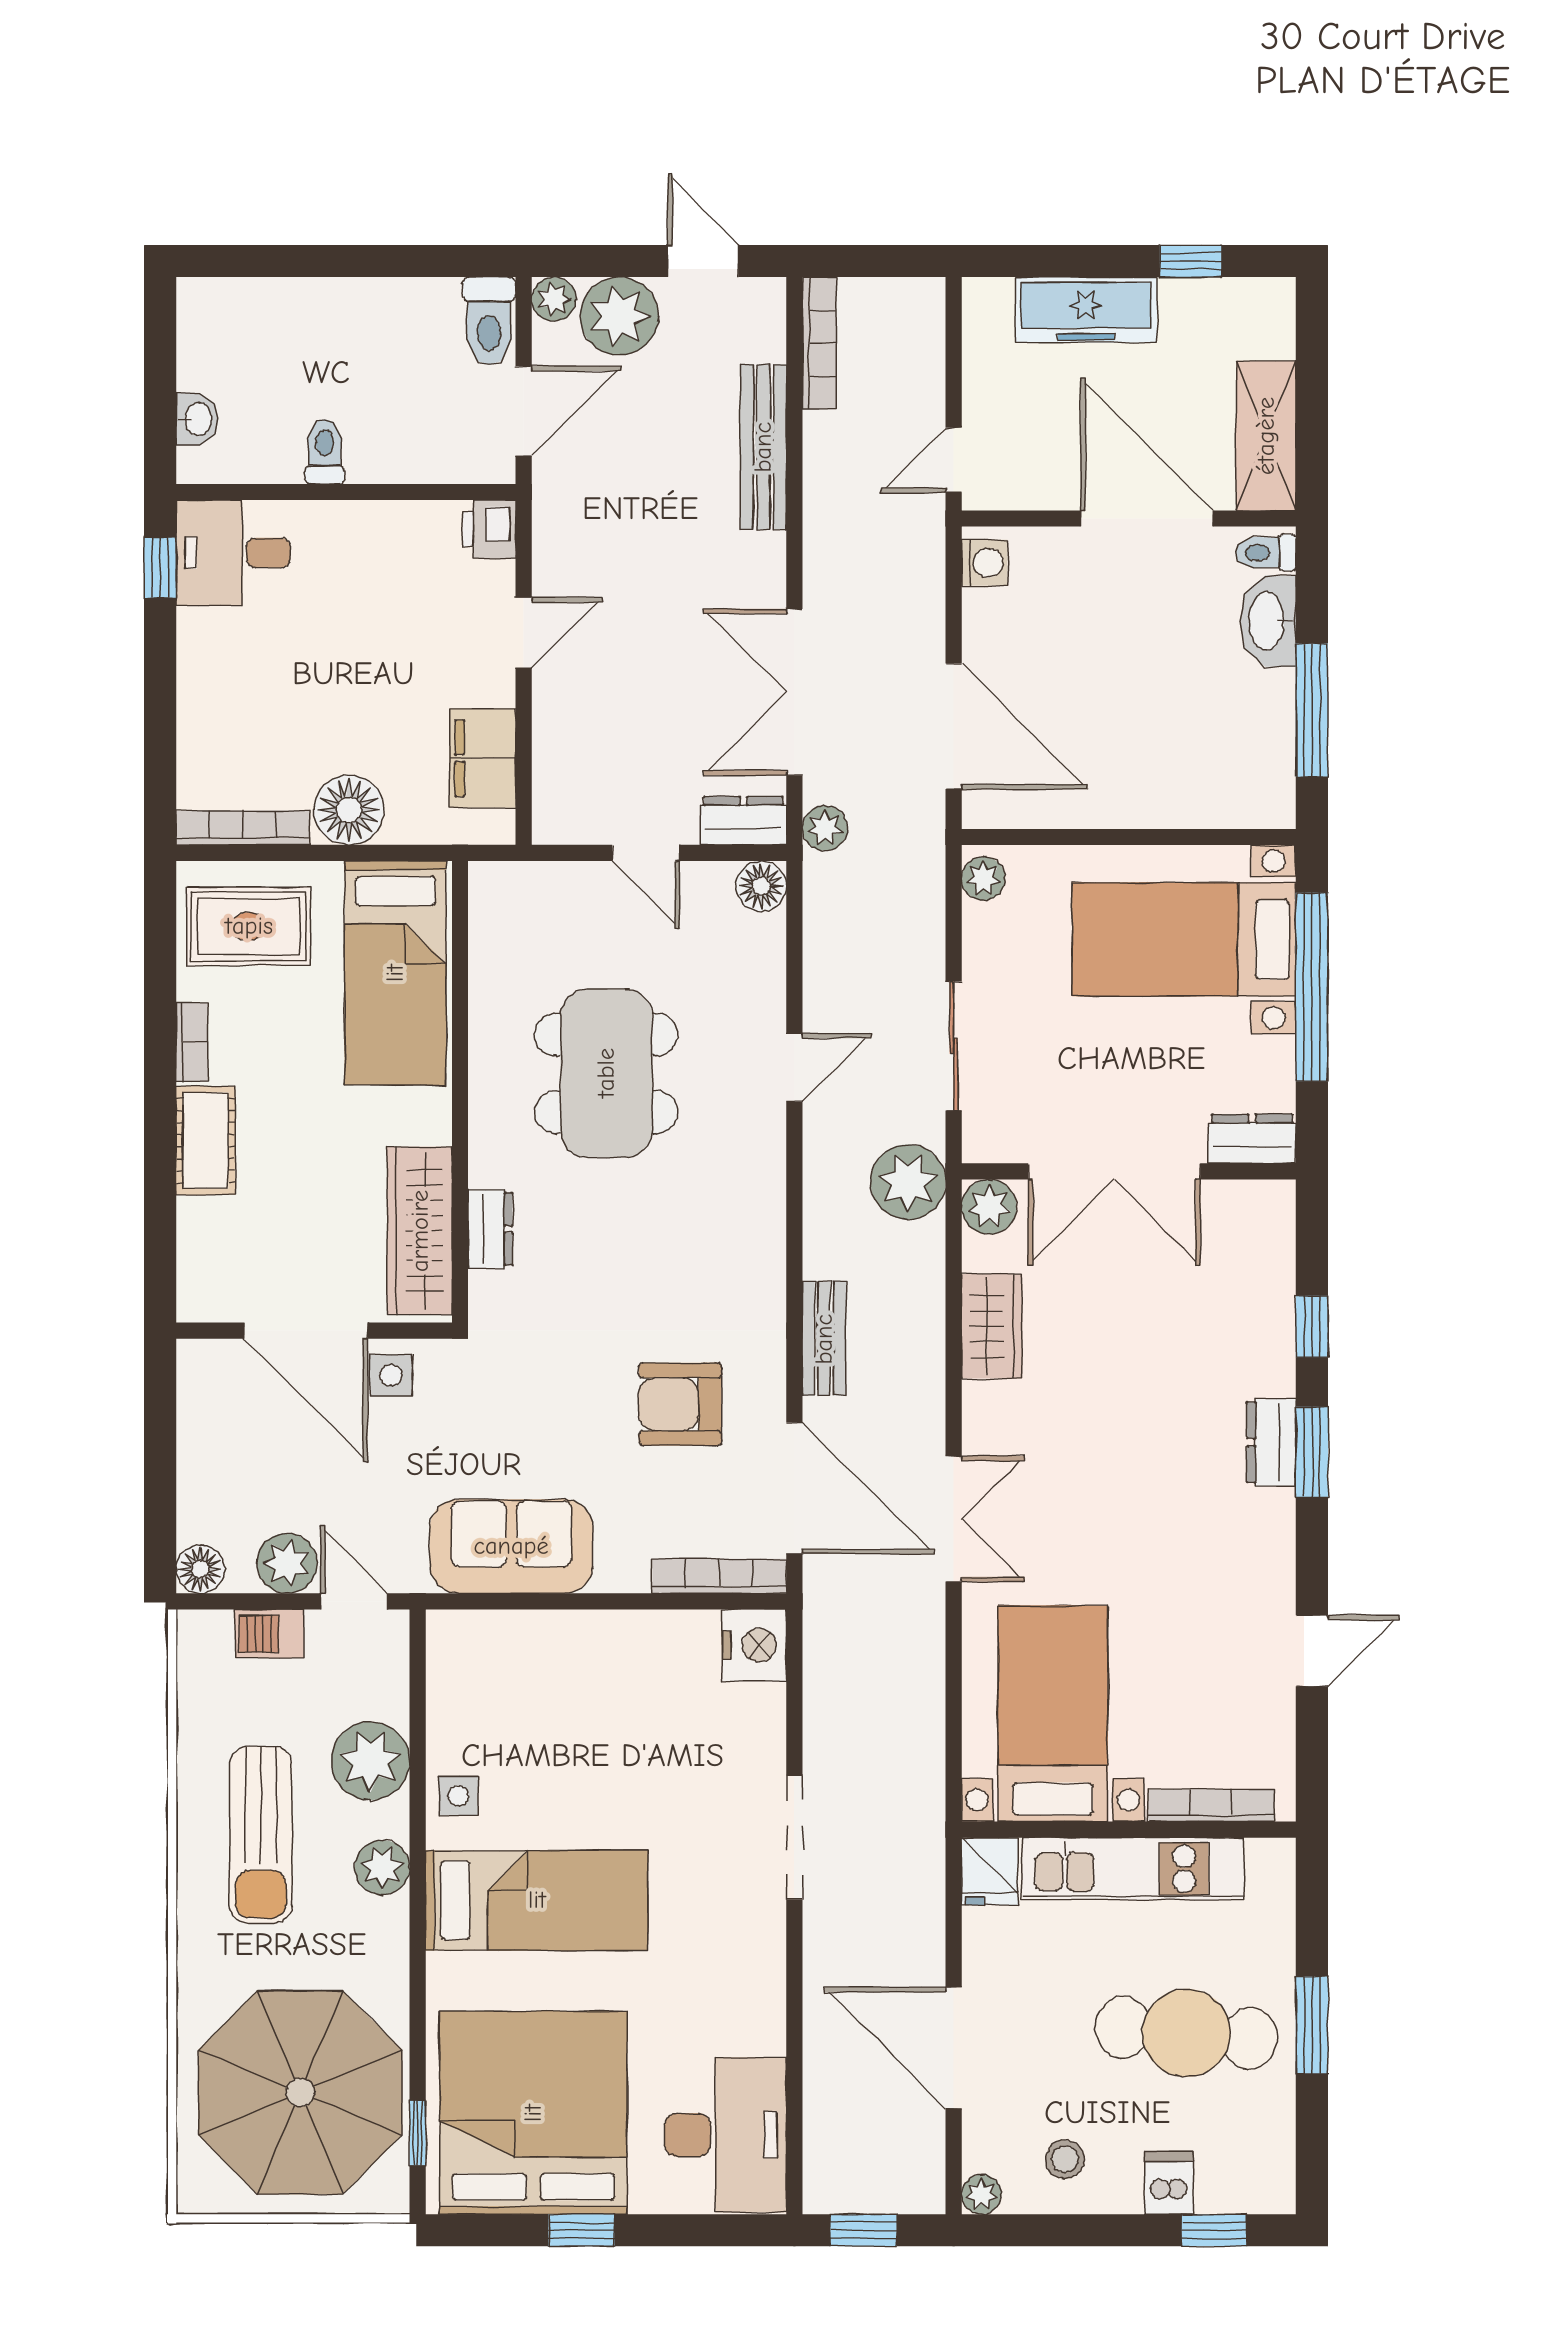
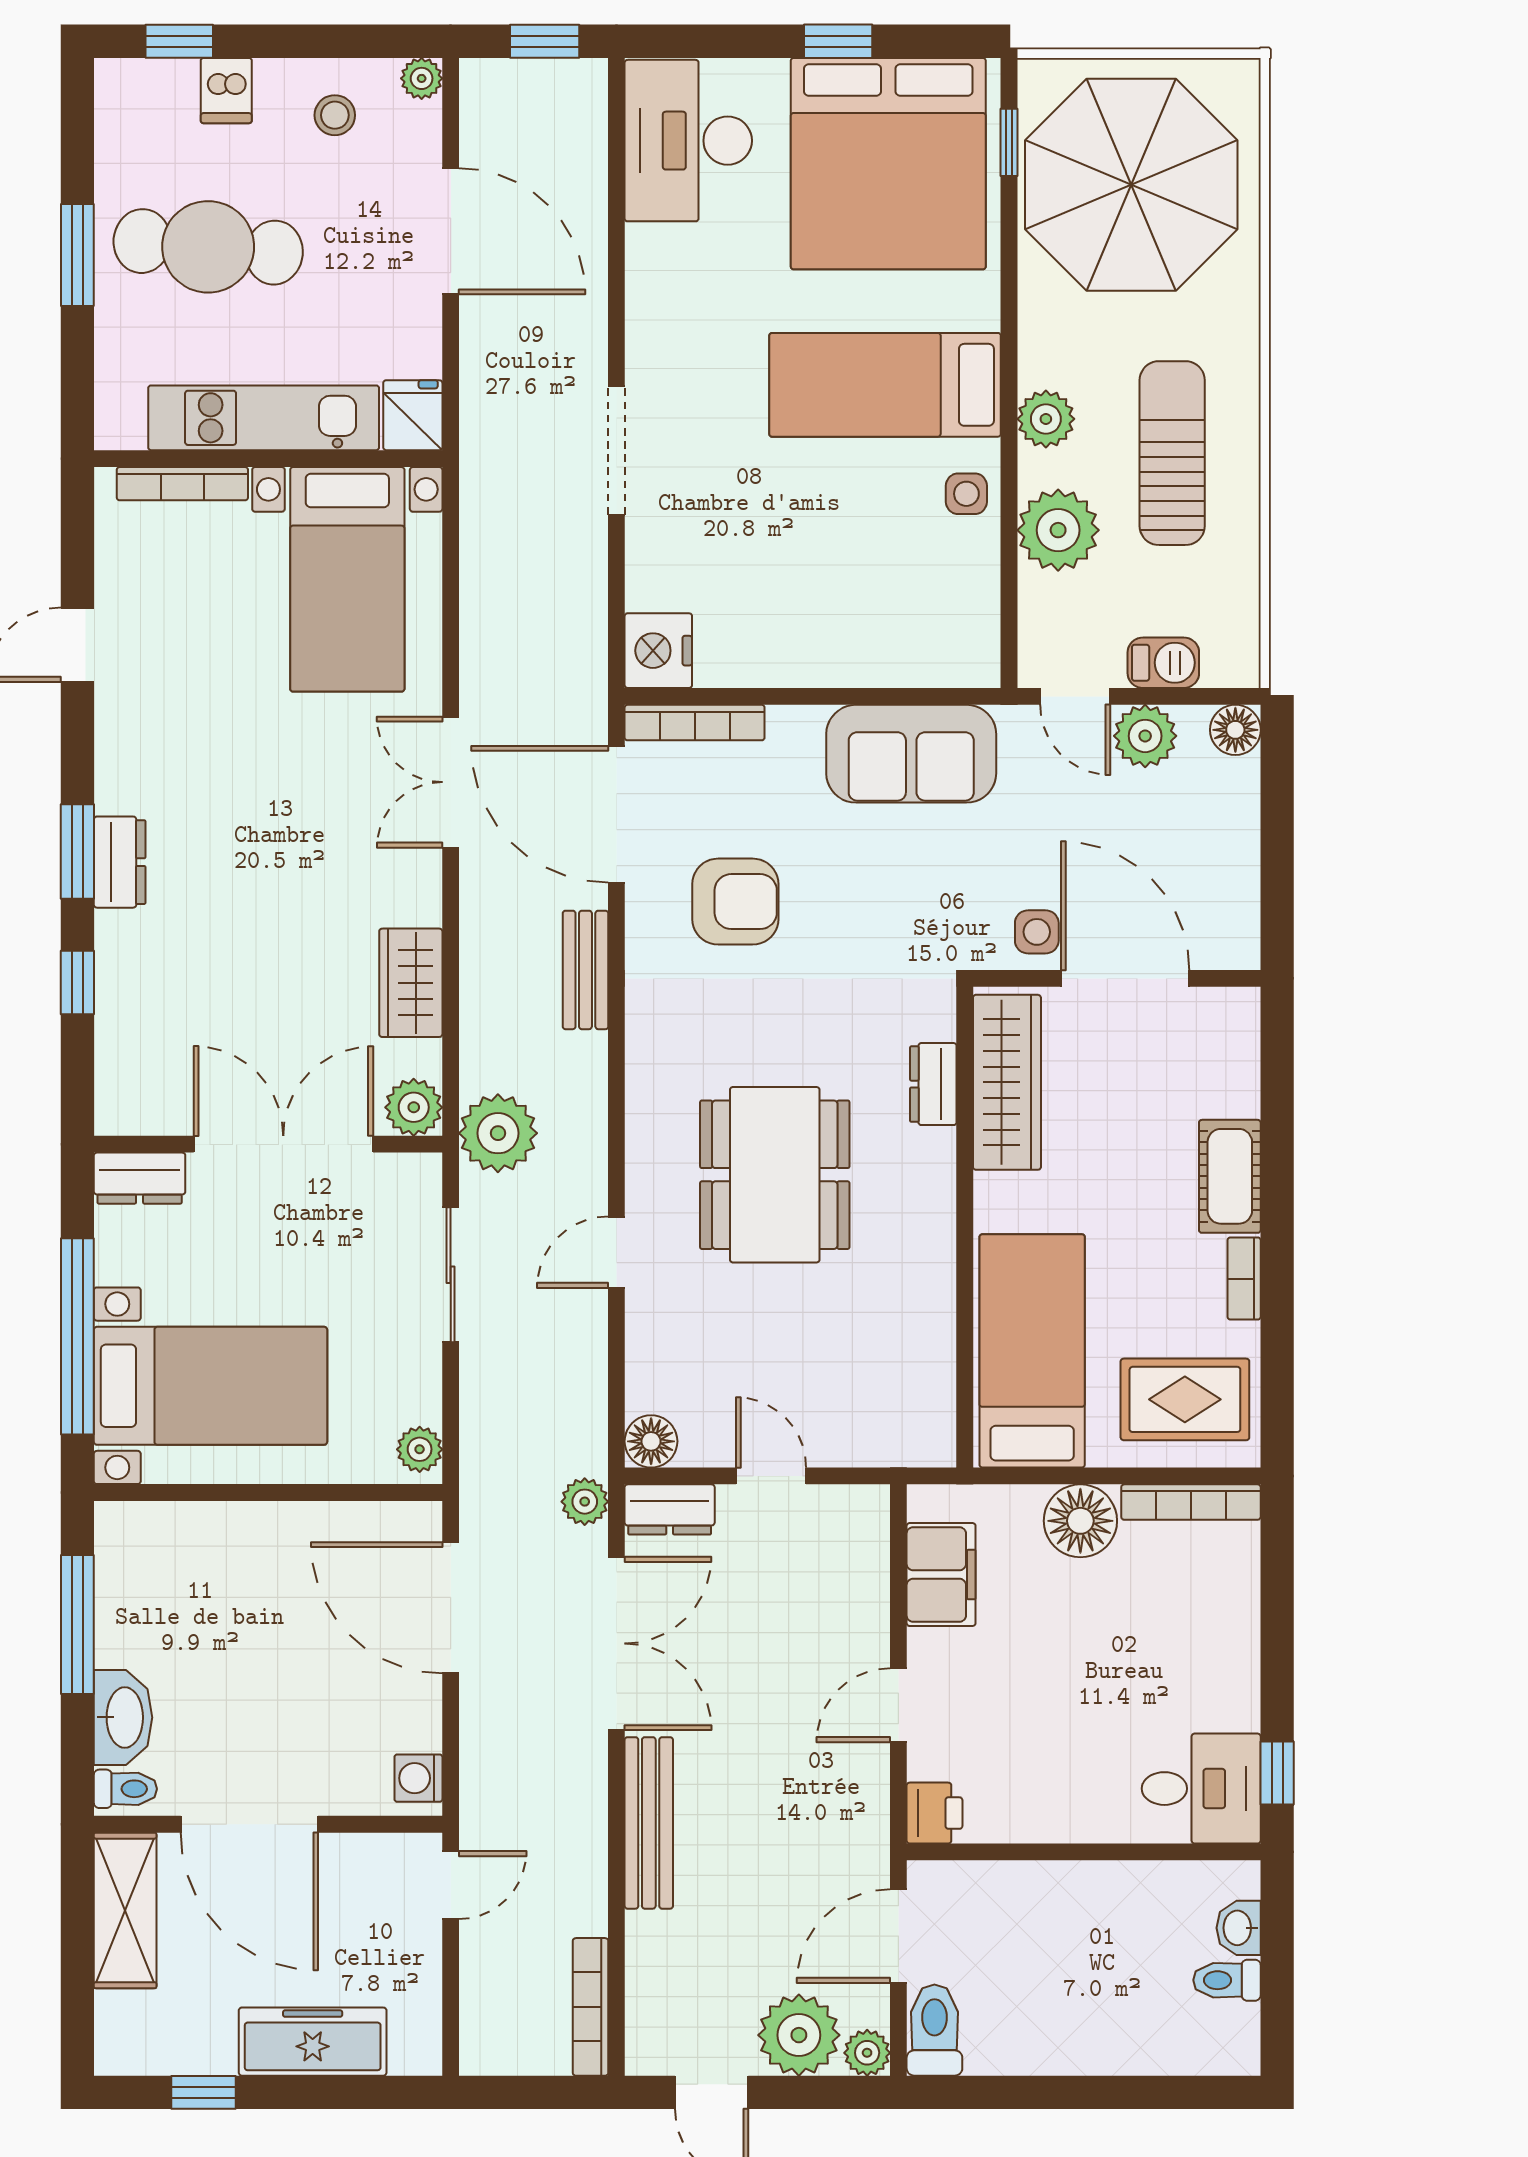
bench: (763, 447) -> (649, 1823), moved
toilet: (325, 452) -> (1227, 1980), moved, turned 90
dining table: (606, 1073) -> (775, 1175), moved

